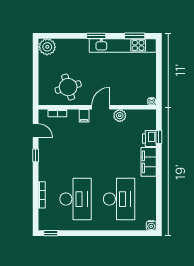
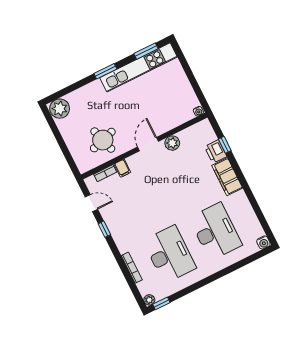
filing cabinet: (84, 116) -> (122, 168), moved
plant: (43, 226) -> (149, 300), added

